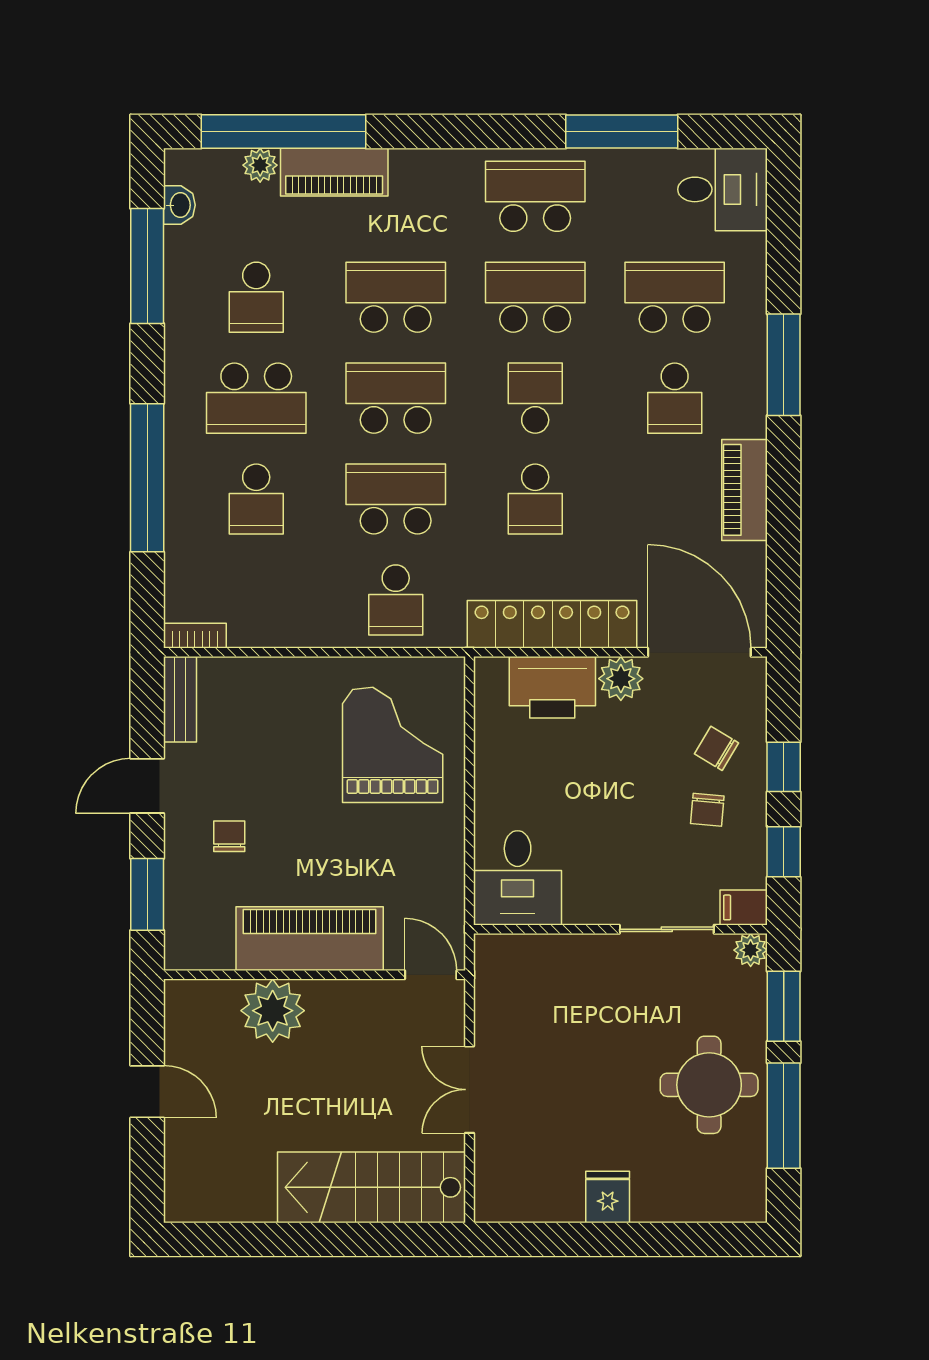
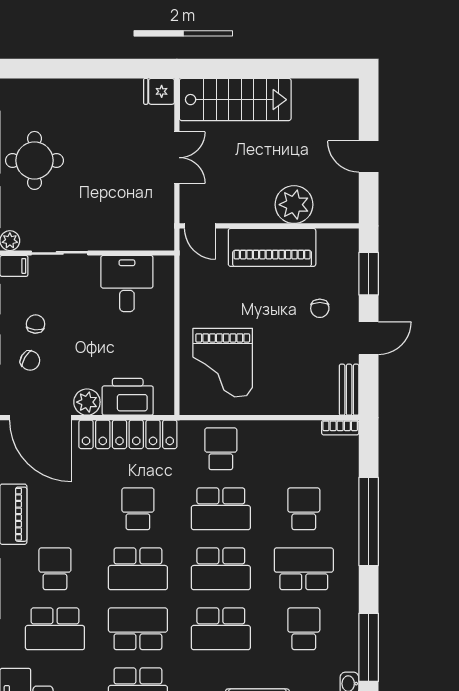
school desk: (535, 297) -> (138, 629), turned 180
school desk: (535, 398) -> (138, 569), width x1.85
desk: (518, 878) -> (127, 284), moved
fridge: (608, 1197) -> (159, 91), moved, turned 90

